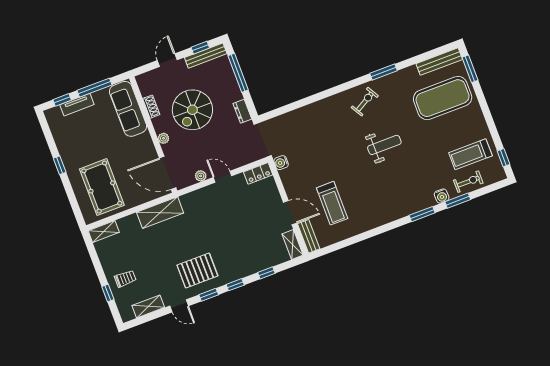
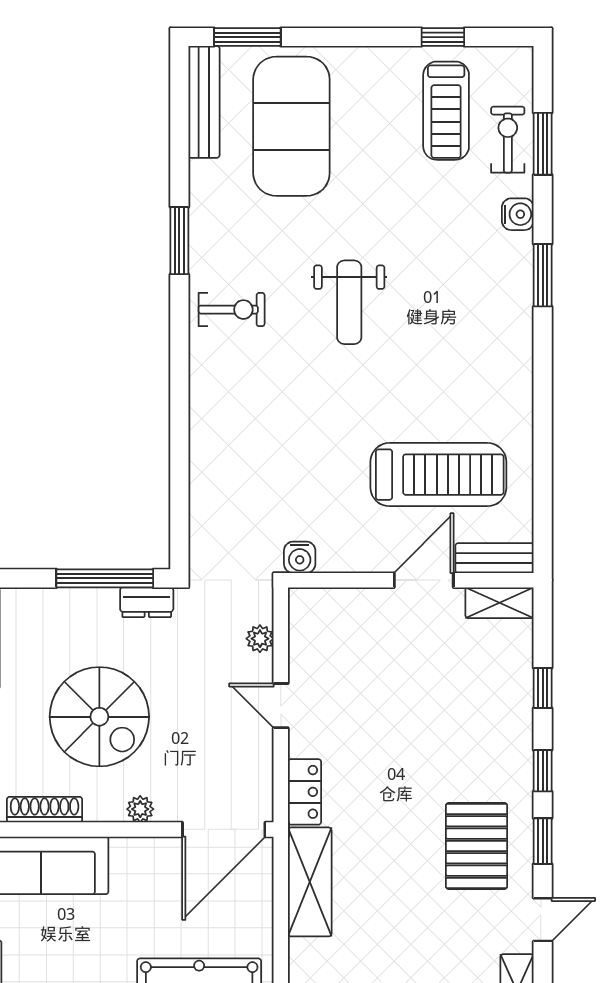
window: (238, 73) -> (105, 578), moved
exercise bike: (365, 102) -> (232, 310), turned 120
shoe rack: (151, 107) -> (45, 810), width x1.43
weight bench: (384, 145) -> (349, 302), turned 180
window: (503, 158) -> (443, 37), moved
locker: (258, 173) -> (305, 792), moved
plant: (201, 176) -> (260, 639), moved
door: (222, 177) -> (281, 706), hinge flipped
window: (458, 201) -> (543, 144), moved
treadmill: (332, 203) -> (438, 475), width x1.37, depth x1.38

